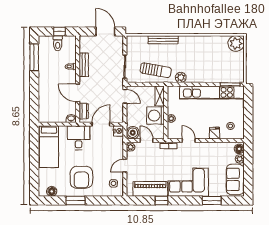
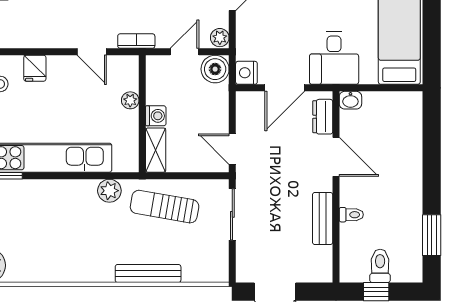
window: (34, 57) -> (432, 235), width x0.69
washing machine: (156, 116) -> (156, 116), width x0.53, depth x0.53
door: (147, 141) -> (184, 52), swing flipped

